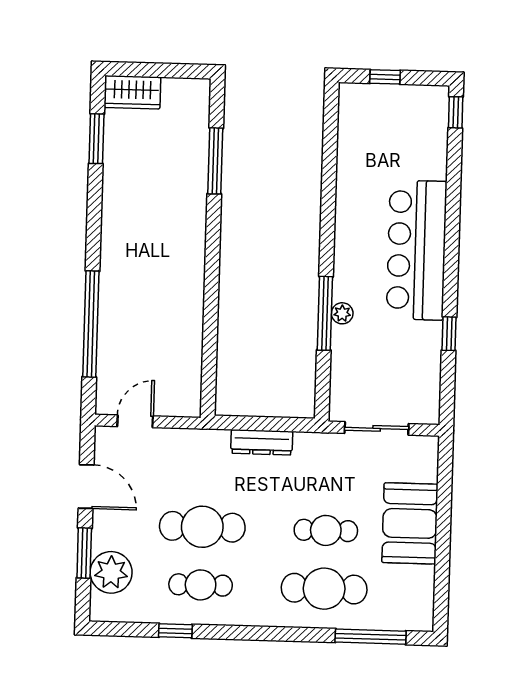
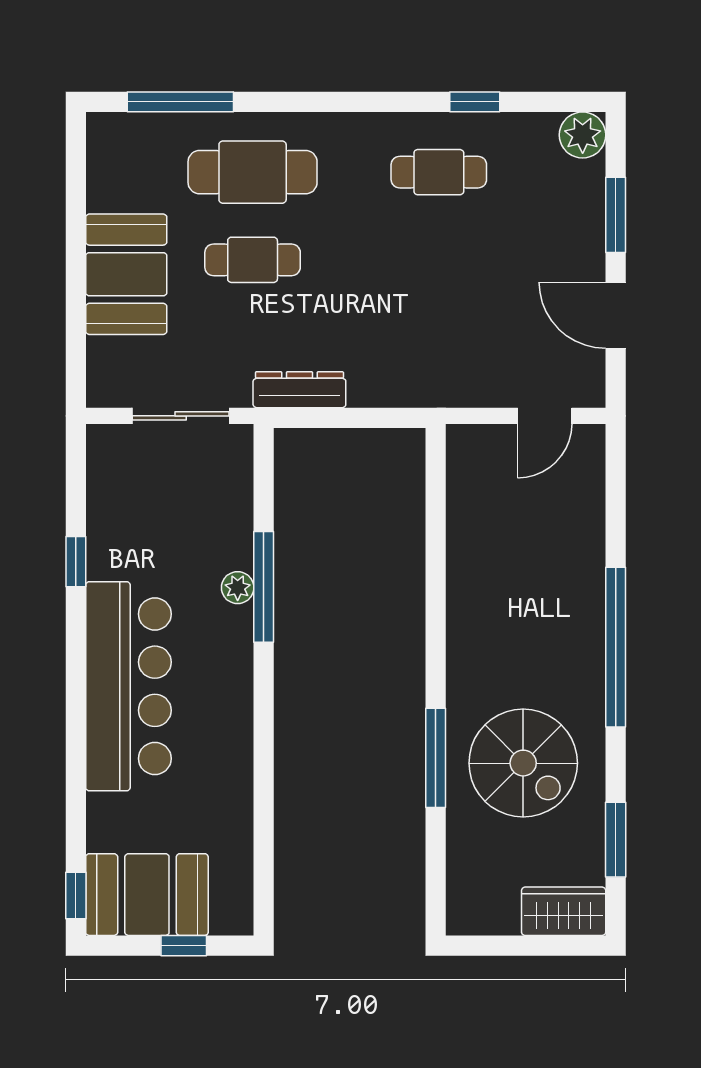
booth: (408, 111) -> (147, 895), added
window: (215, 161) -> (436, 758), moved
spiral stairs: (156, 191) -> (523, 763), added
window: (91, 324) -> (616, 647), moved
dresser: (262, 442) -> (299, 390), moved
cafe table: (202, 527) -> (439, 260), removed
plant: (111, 572) -> (583, 135), moved, width x0.73, depth x0.73

